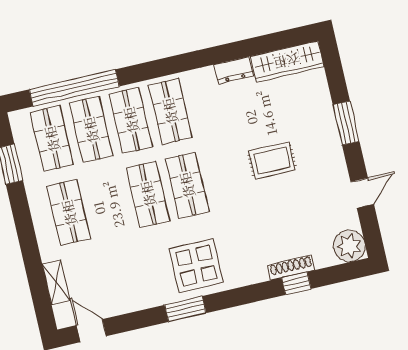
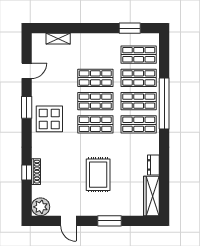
window: (74, 88) -> (164, 103), moved
rug: (272, 161) -> (98, 175), width x1.36, depth x1.43
shop shelf: (69, 213) -> (95, 78), moved
door: (91, 331) -> (27, 71), moved

